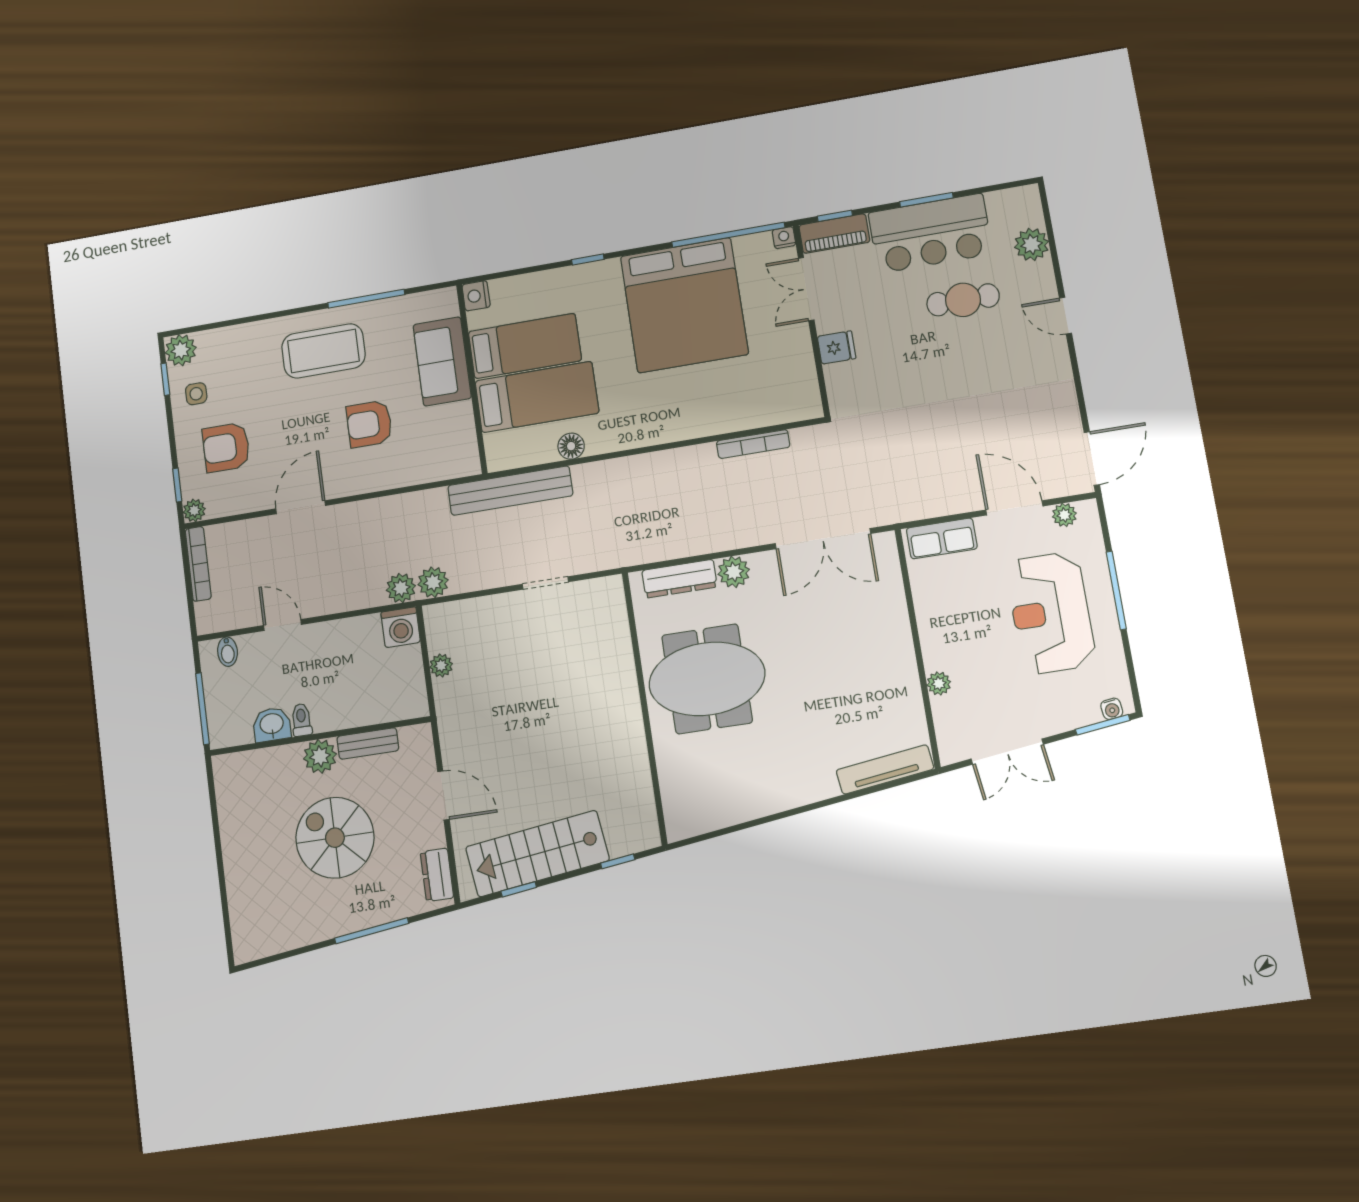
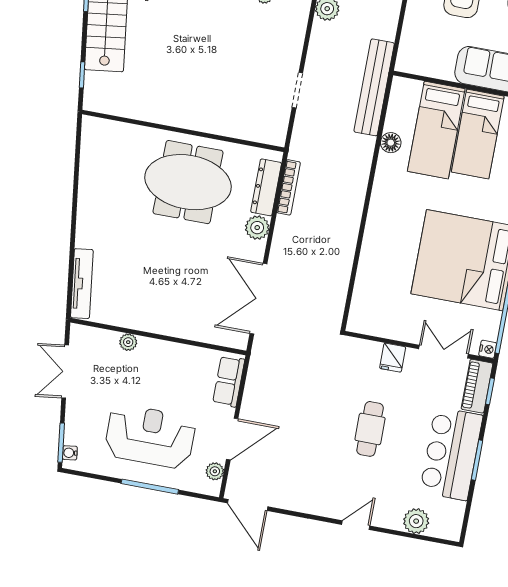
cafe table: (963, 300) -> (370, 429), moved
bookcase: (753, 444) -> (289, 187), moved, turned 180
meeting table: (707, 679) -> (188, 182), turned 90

